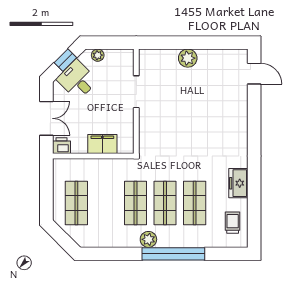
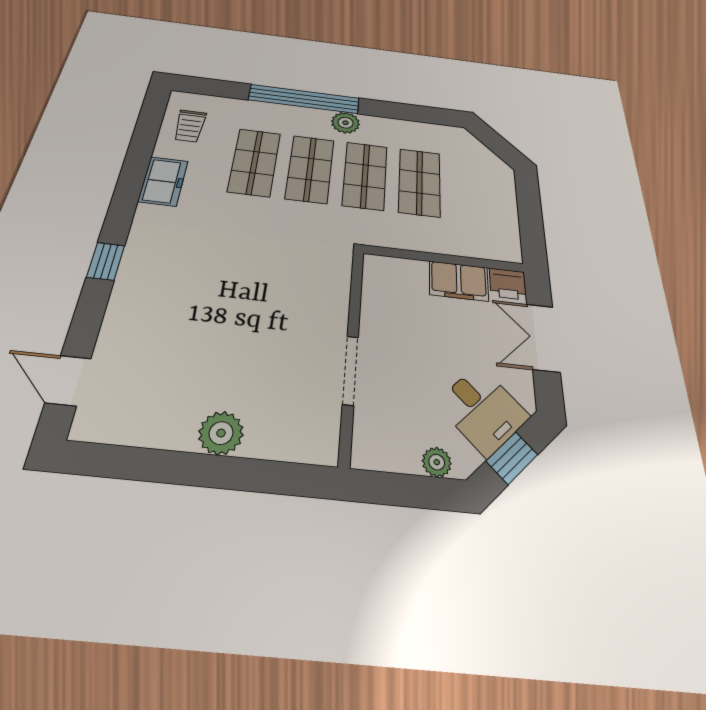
window: (254, 133) -> (106, 261), added
filing cabinet: (102, 144) -> (459, 281), moved
shop shelf: (76, 203) -> (420, 182), moved

